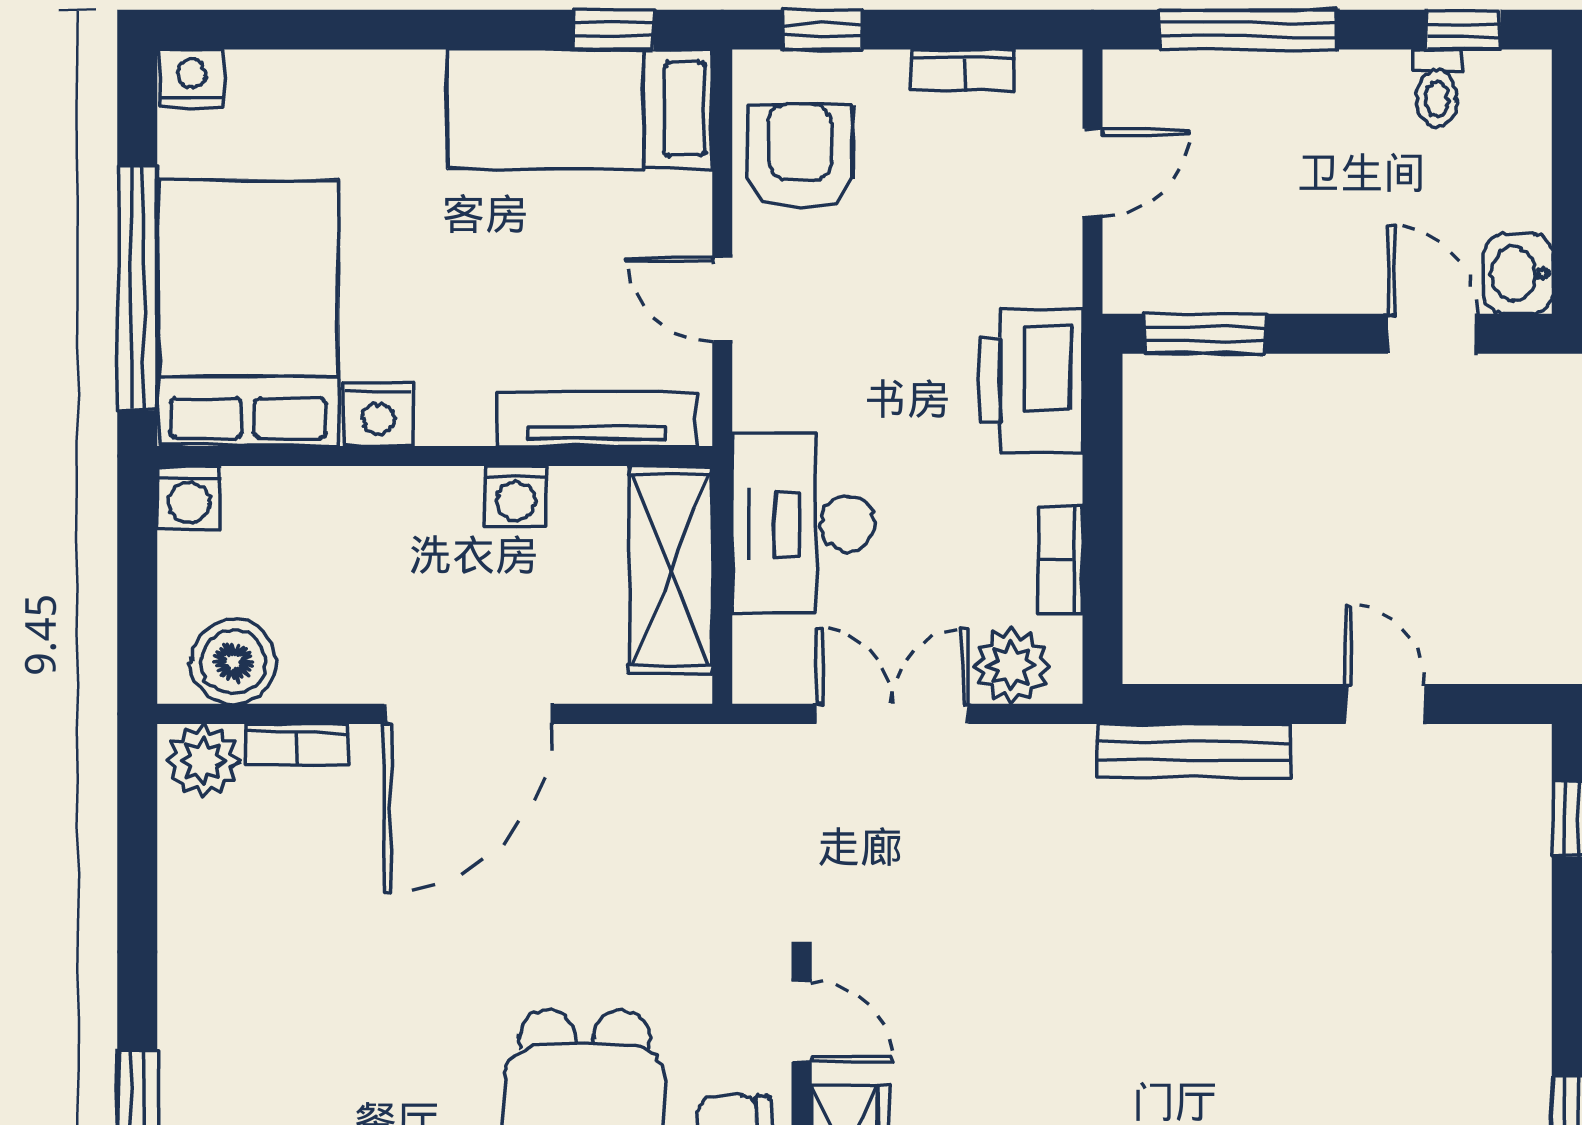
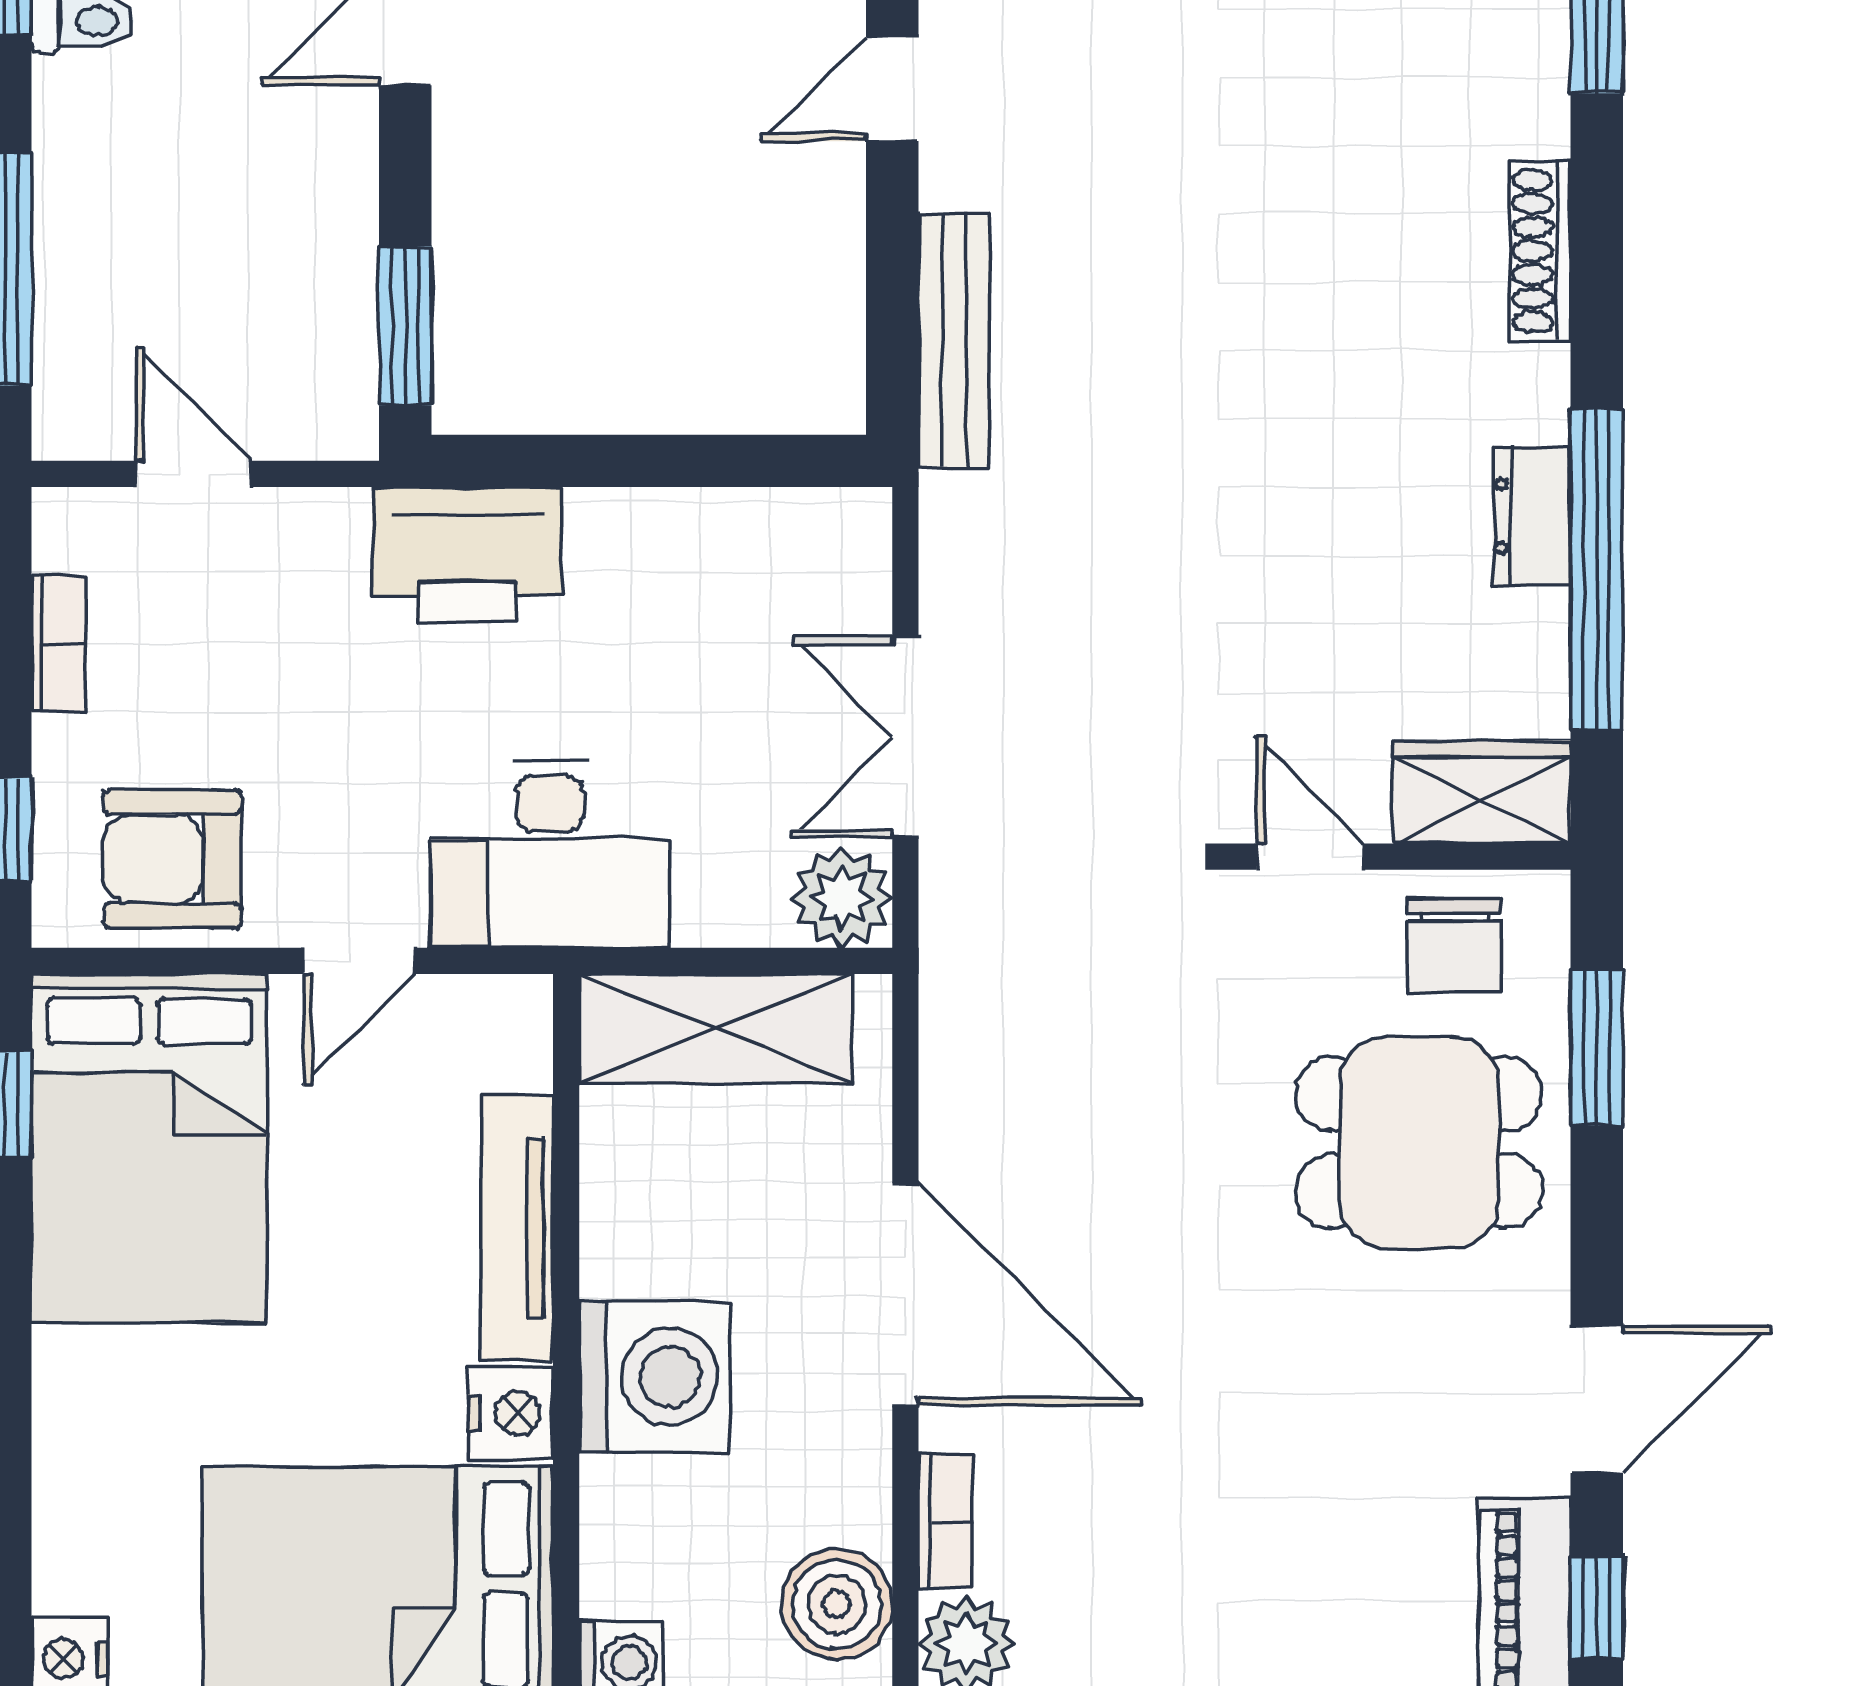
bed: (580, 109) -> (149, 1148), width x1.50
tv unit: (597, 419) -> (517, 1228), moved
washing machine: (516, 496) -> (655, 1377), moved, width x1.89, depth x1.89
desk: (803, 524) -> (550, 854), moved
bookcase: (1061, 560) -> (703, 515), removed
plant: (1011, 666) -> (842, 898), moved
door: (802, 1022) -> (1310, 857), hinge flipped

